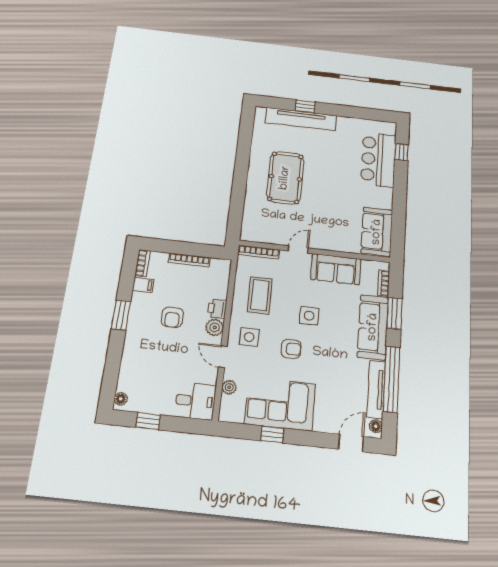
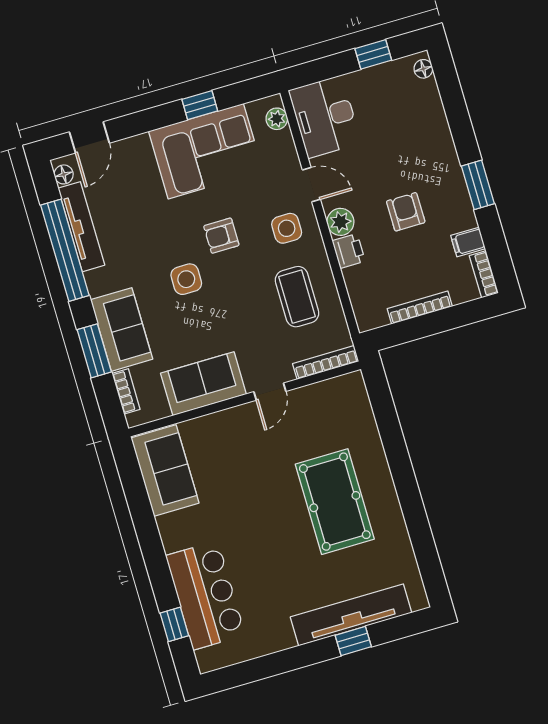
side table: (309, 316) -> (186, 279), moved
sofa: (373, 327) -> (122, 329), width x0.73
plant: (229, 387) -> (277, 119), moved
desk: (195, 401) -> (325, 117), width x1.37

